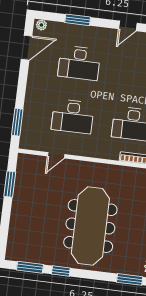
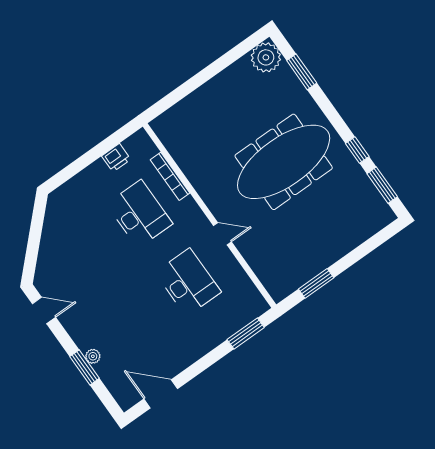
plant: (41, 25) -> (93, 356), moved
desk: (79, 63) -> (127, 325), removed
door: (56, 155) -> (222, 234), moved

